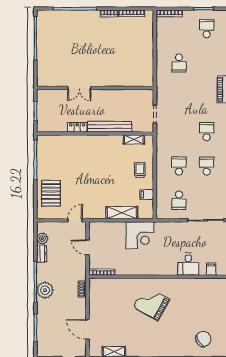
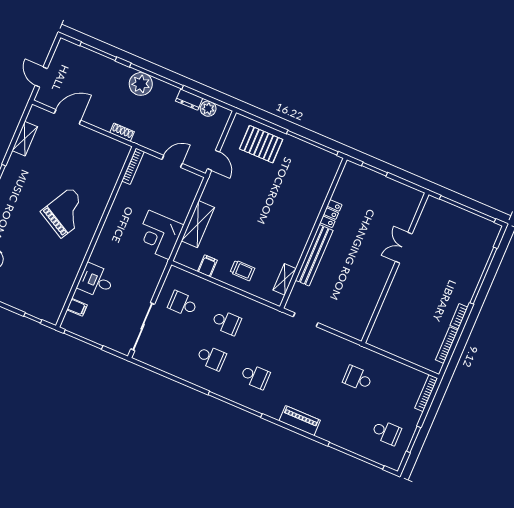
double door: (79, 88) -> (404, 248), moved
wall: (95, 88) -> (395, 268), moved

